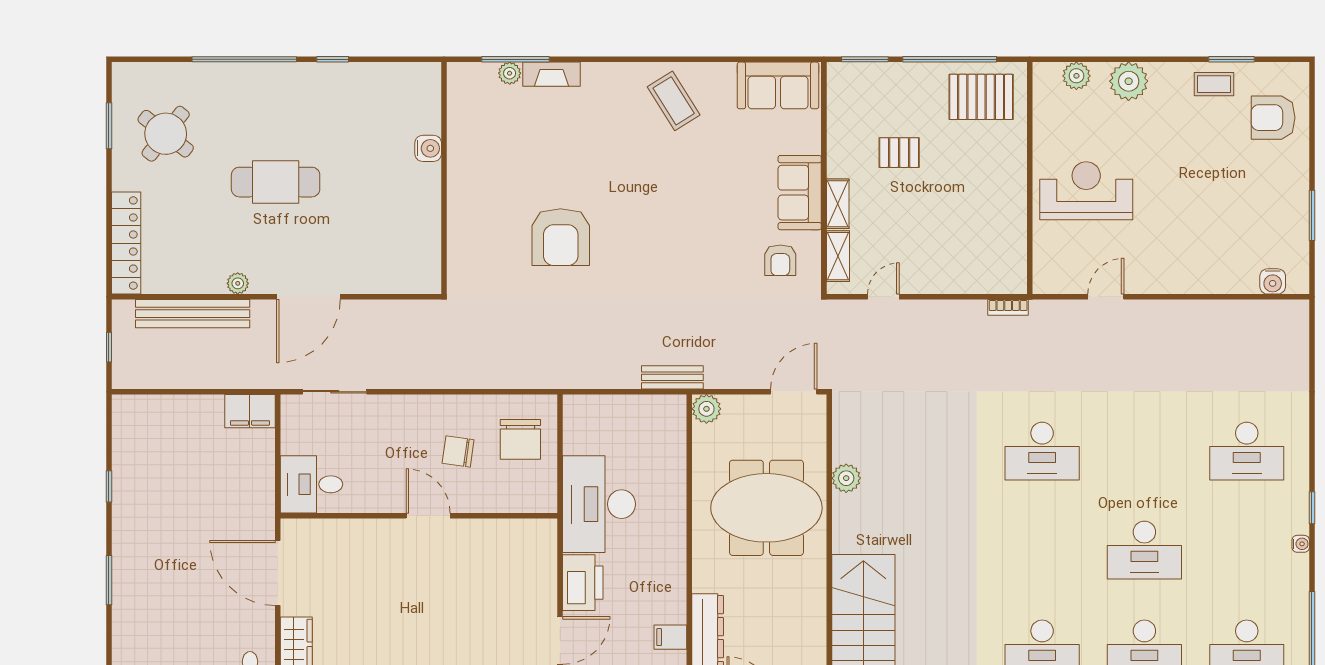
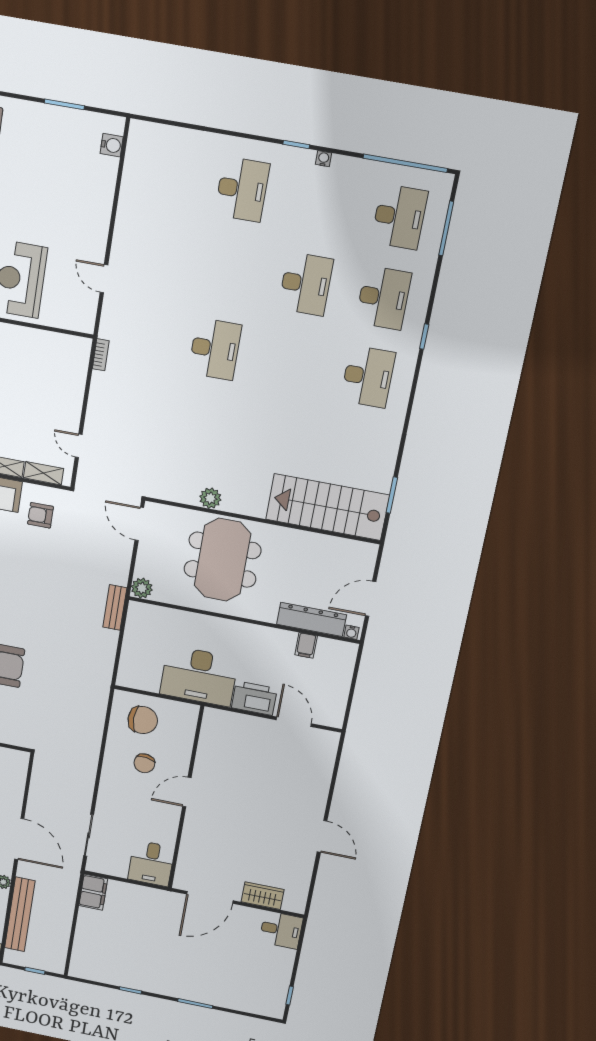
armchair: (780, 260) -> (40, 515), turned 180

